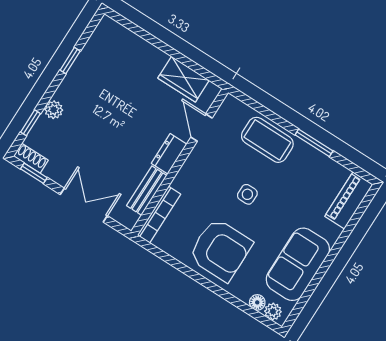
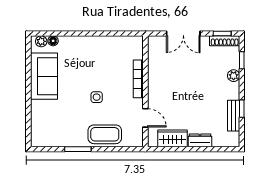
dresser: (169, 154) -> (200, 140), moved, turned -90
shoe rack: (31, 158) -> (225, 41), width x1.43
bench: (147, 191) -> (234, 116), moved
piano: (349, 200) -> (38, 129), removed
bookcase: (159, 215) -> (138, 79), moved
armchair: (220, 250) -> (92, 57), removed

